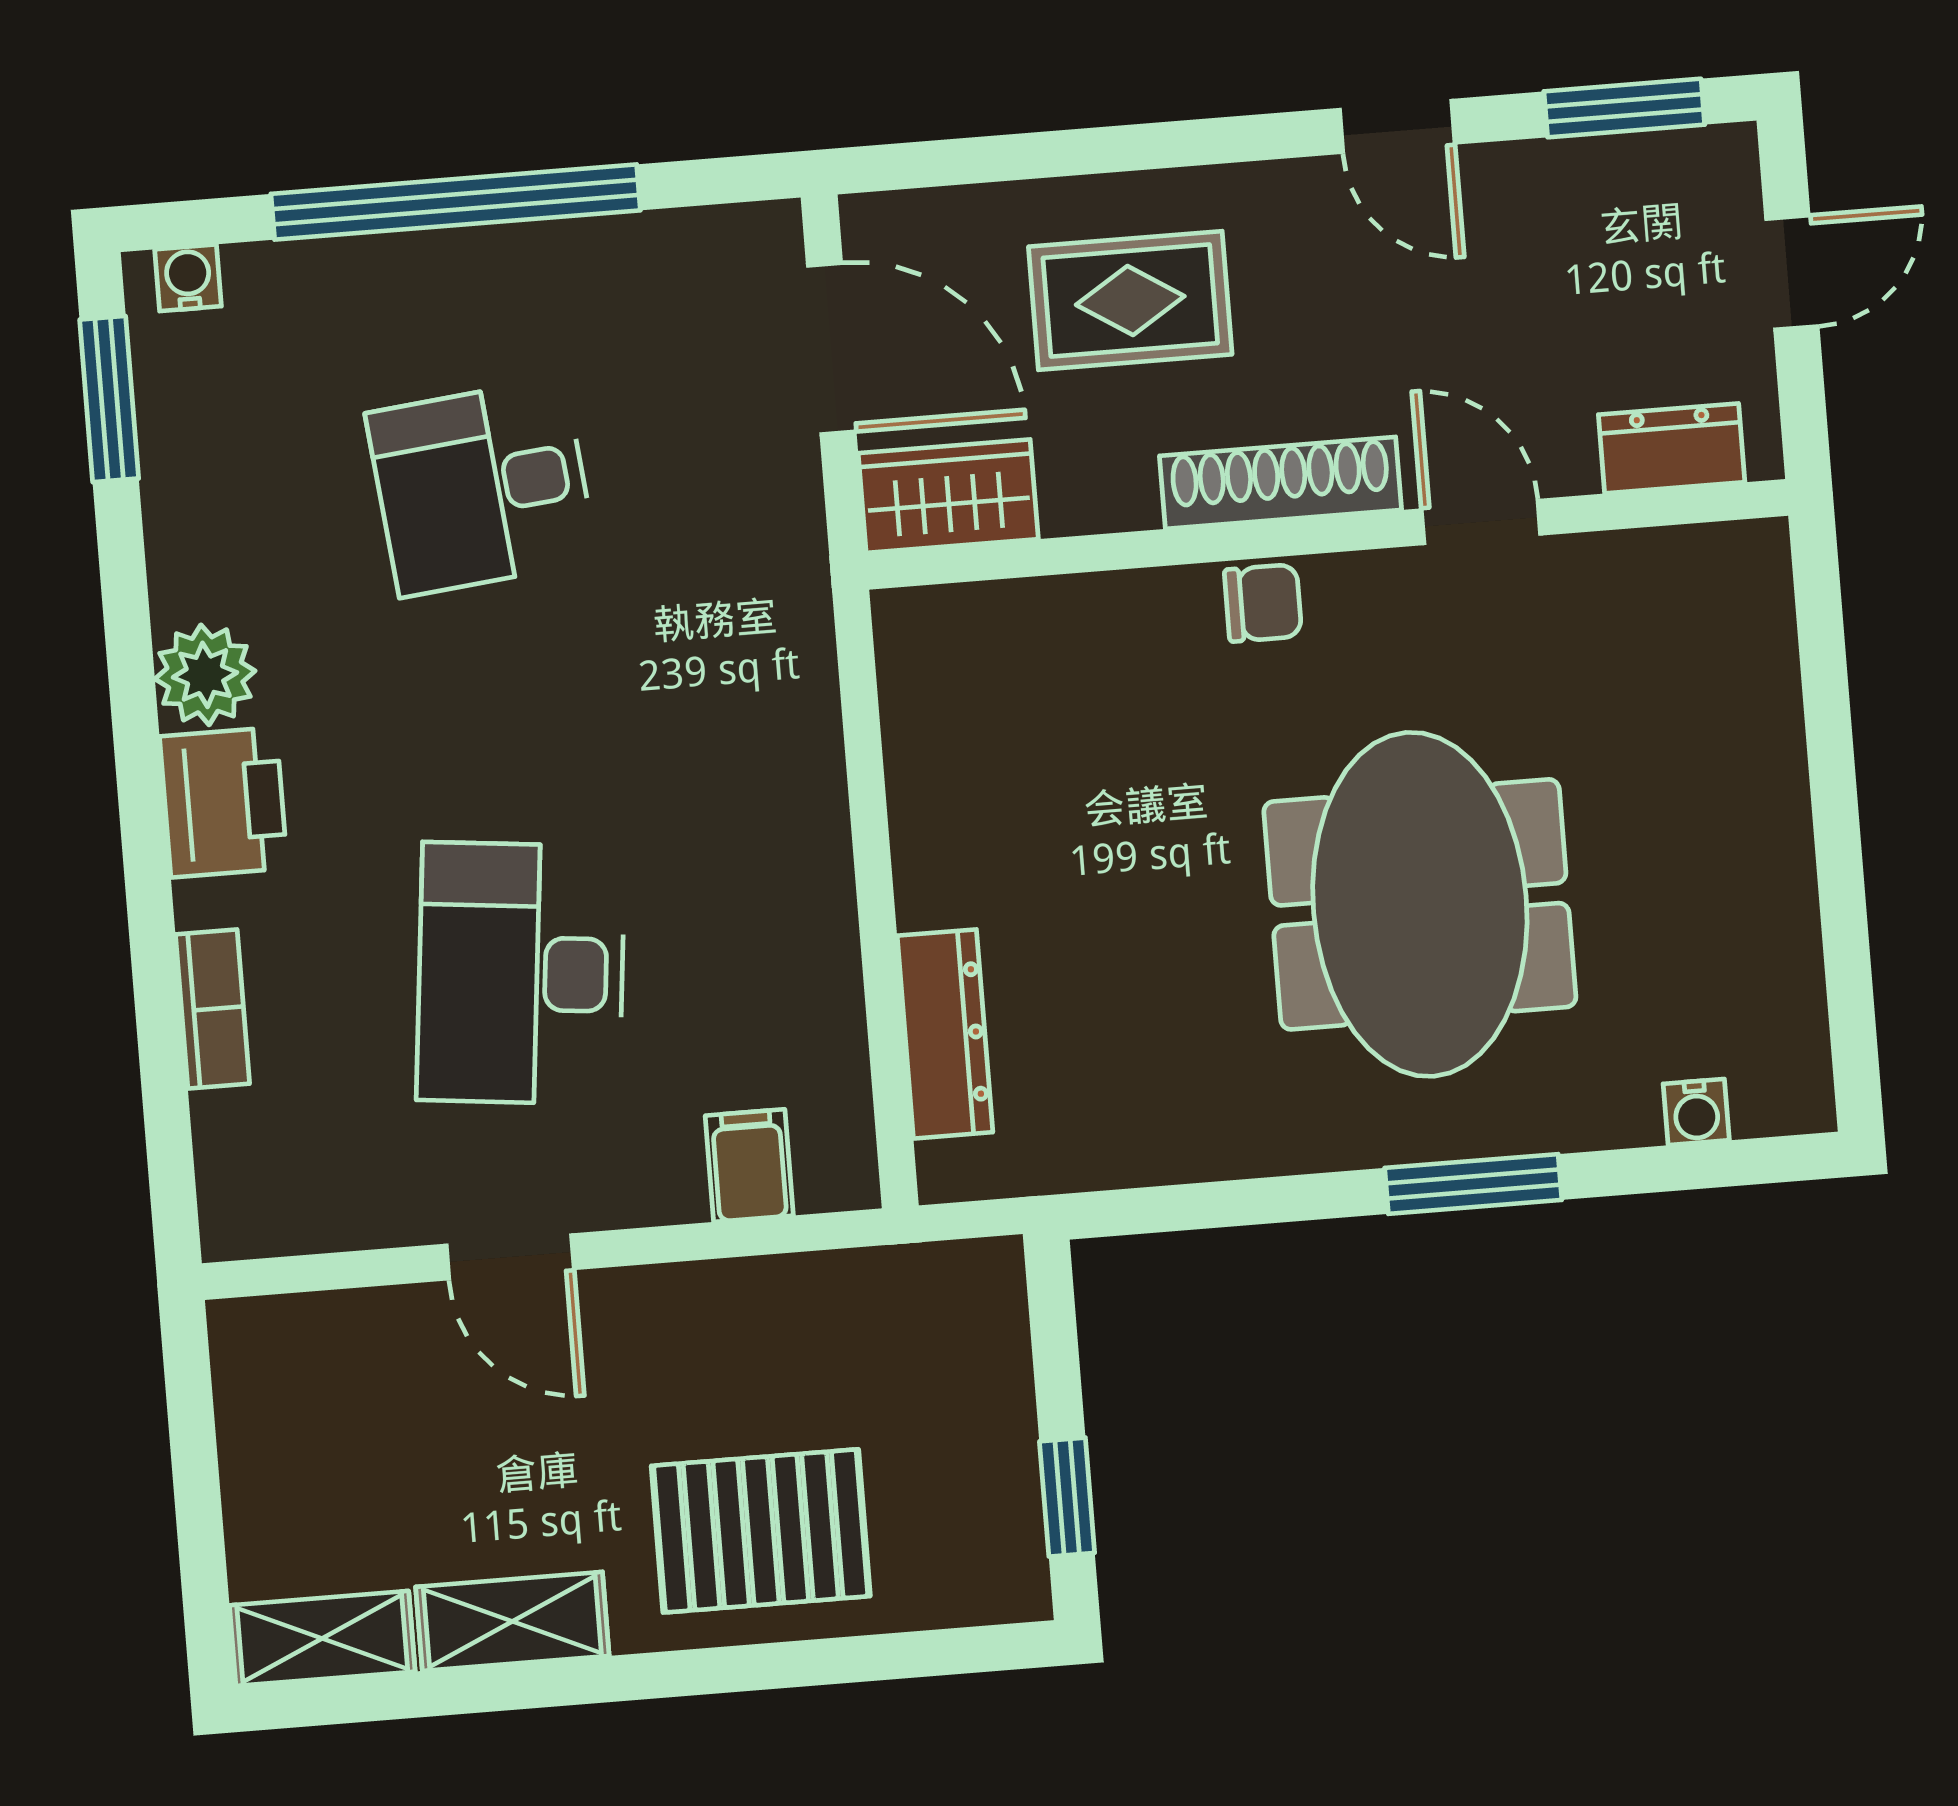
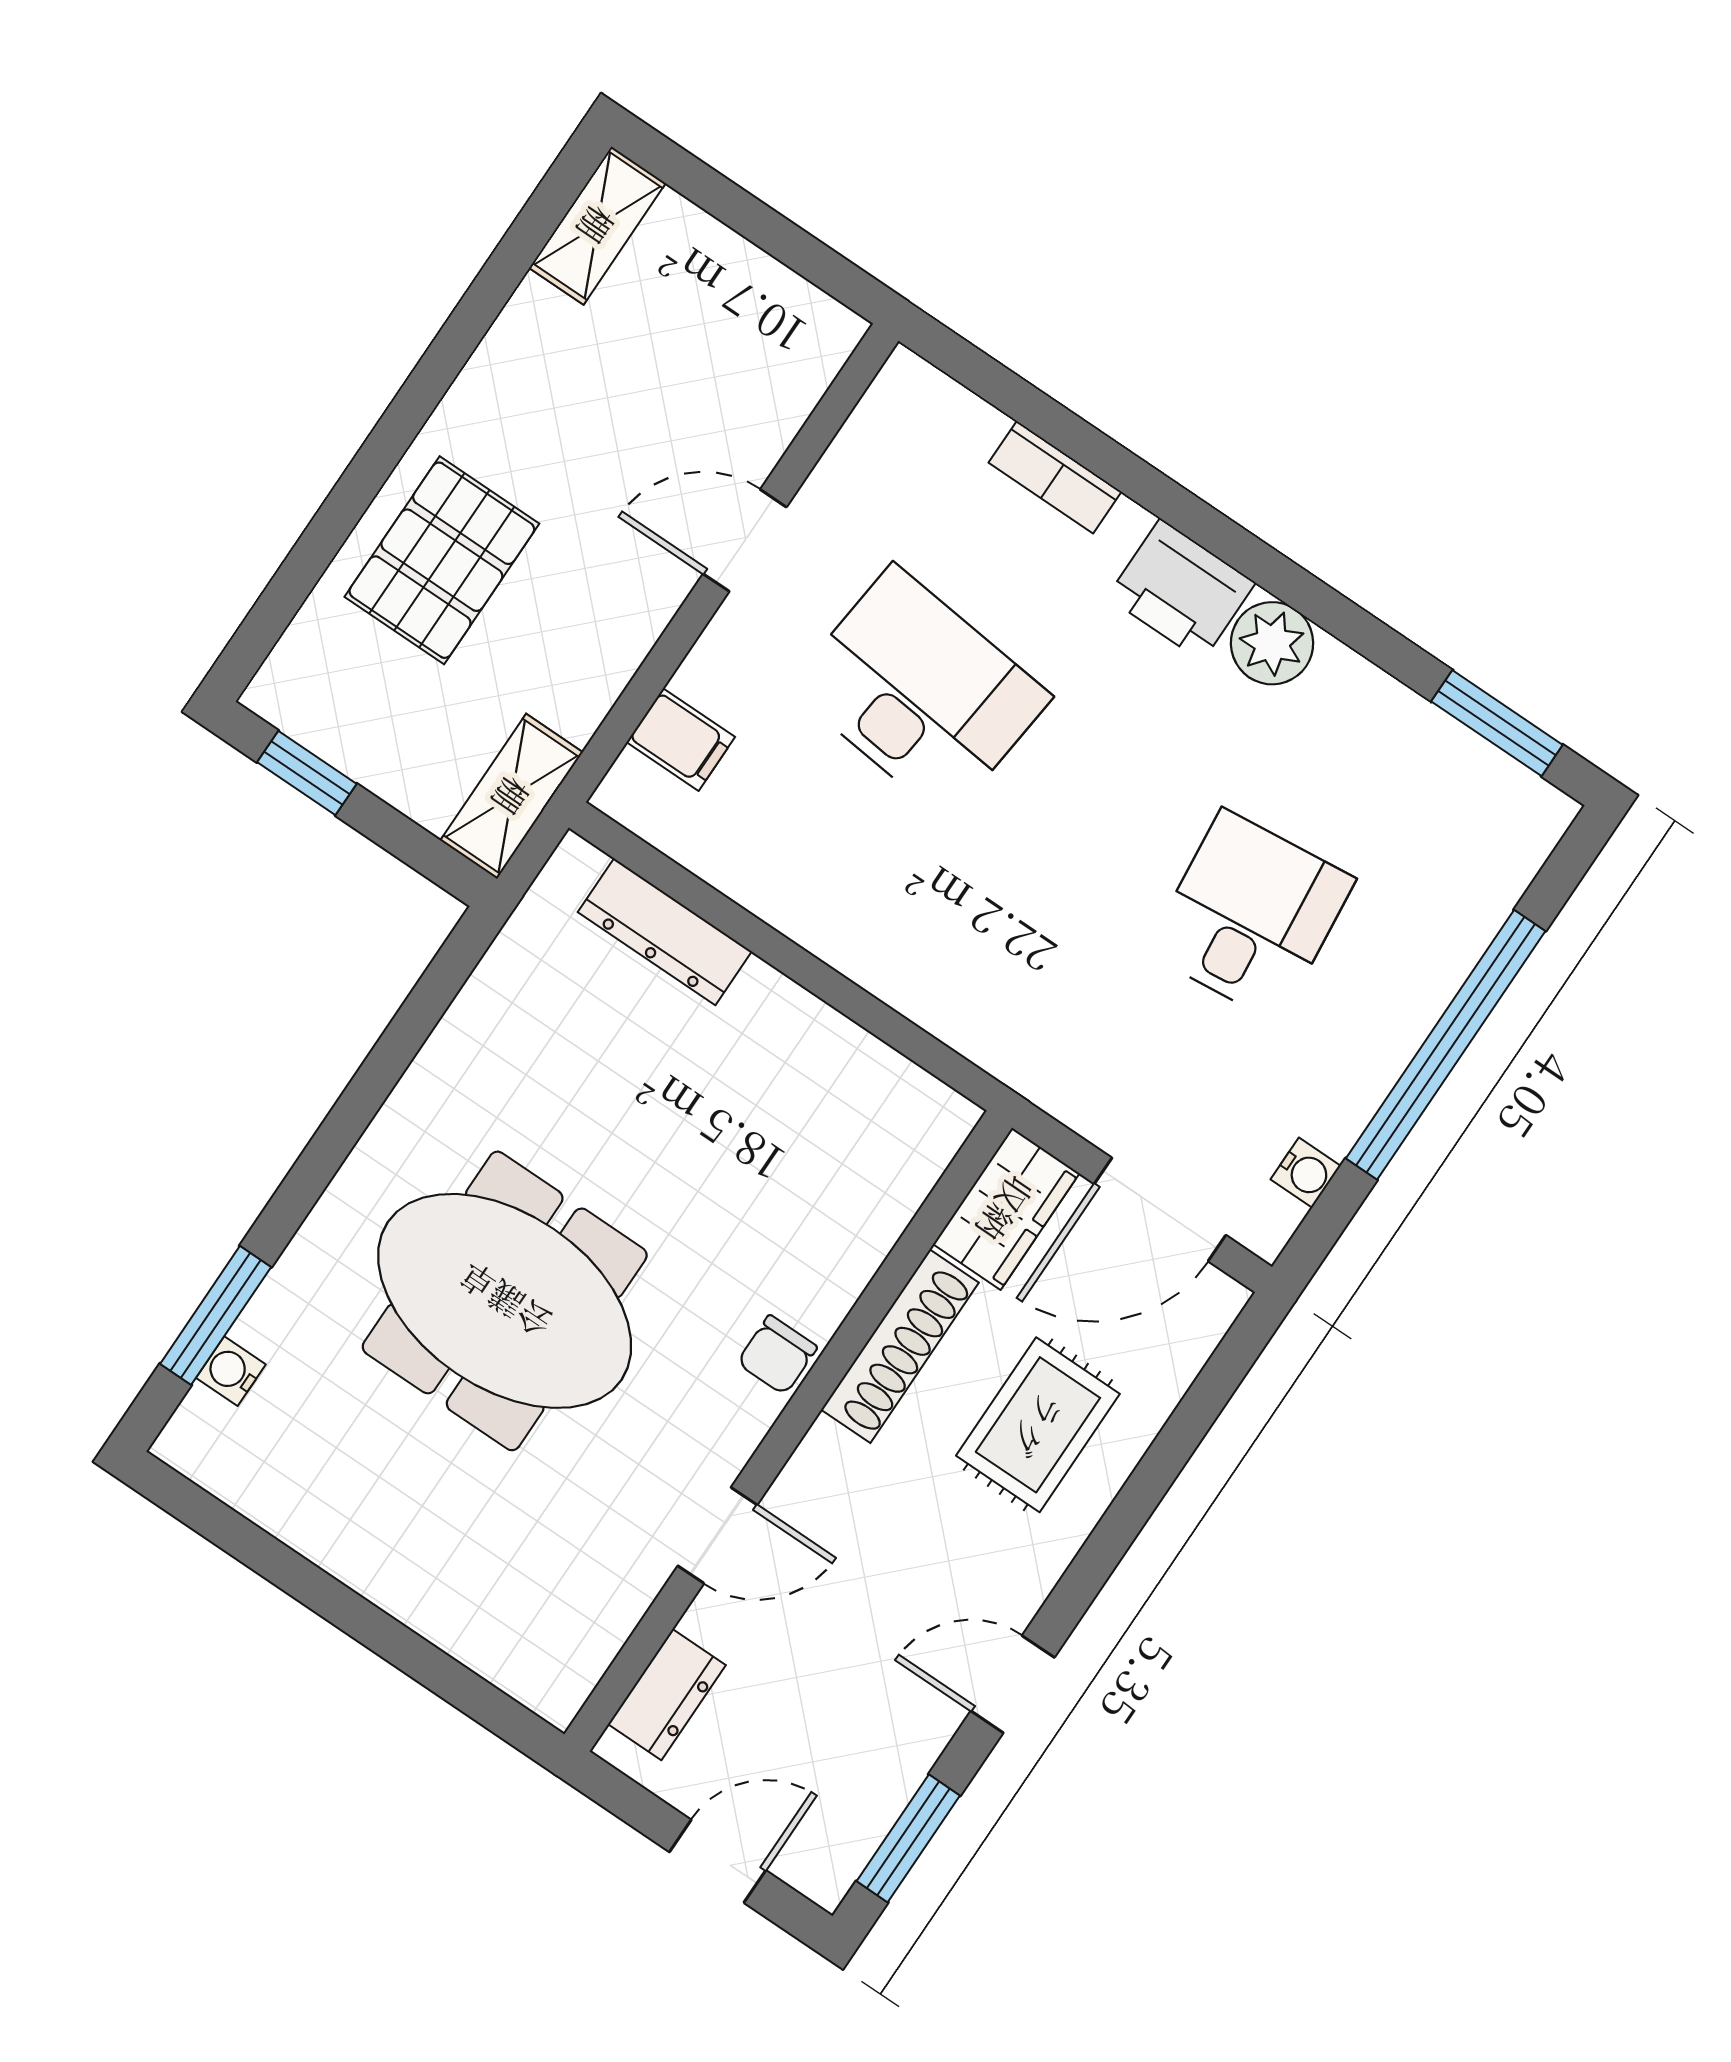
door: (1792, 273) -> (718, 1861), swing flipped
water cooler: (188, 278) -> (1306, 1173), moved
shoe rack: (1280, 483) -> (900, 1346), moved
window: (1473, 1184) -> (216, 1315), moved
shelving: (512, 1621) -> (512, 796), moved

